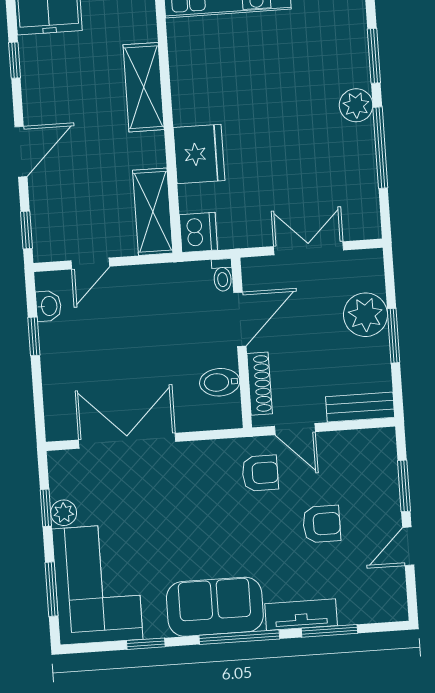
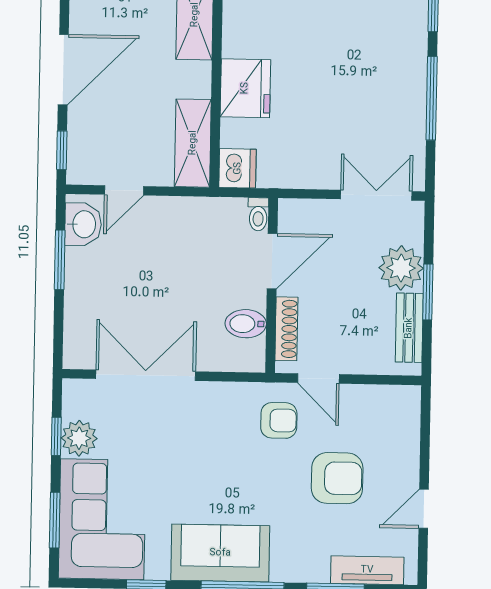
plant: (356, 105) -> (411, 53), removed
door: (21, 152) -> (63, 70), width x1.36
double door: (309, 248) -> (376, 195), moved
washbasin: (48, 306) -> (83, 224), width x1.38, depth x1.45
window: (34, 336) -> (60, 260), width x1.50
bench: (360, 407) -> (409, 328), moved, turned 90
window: (404, 486) -> (425, 447), removed
plant: (64, 513) -> (79, 438), width x1.38, depth x1.38
armchair: (322, 524) -> (337, 478), width x1.38, depth x1.38
tv unit: (301, 615) -> (367, 570), moved

